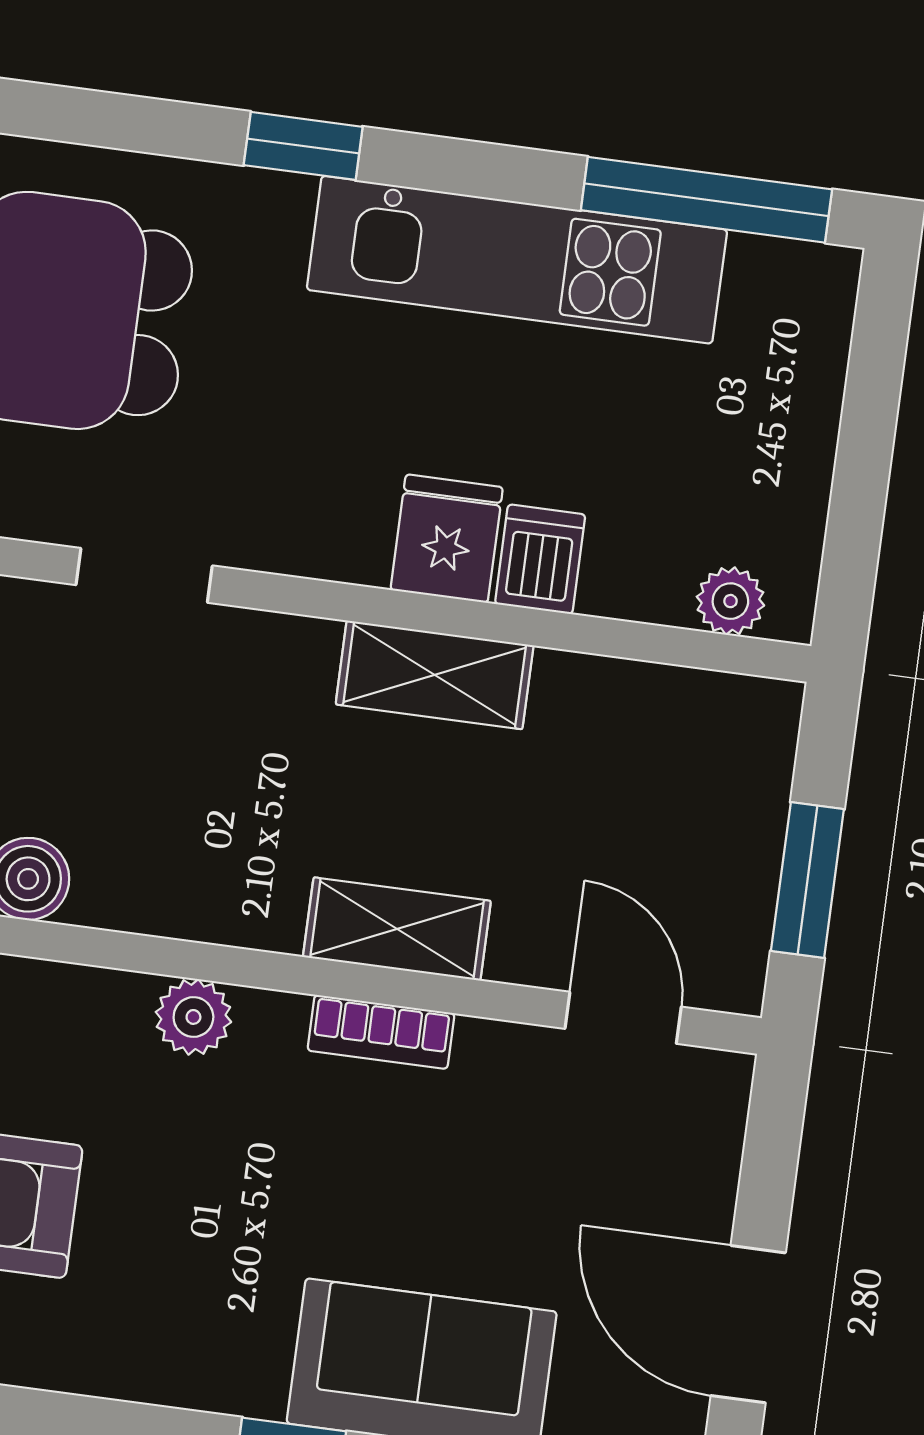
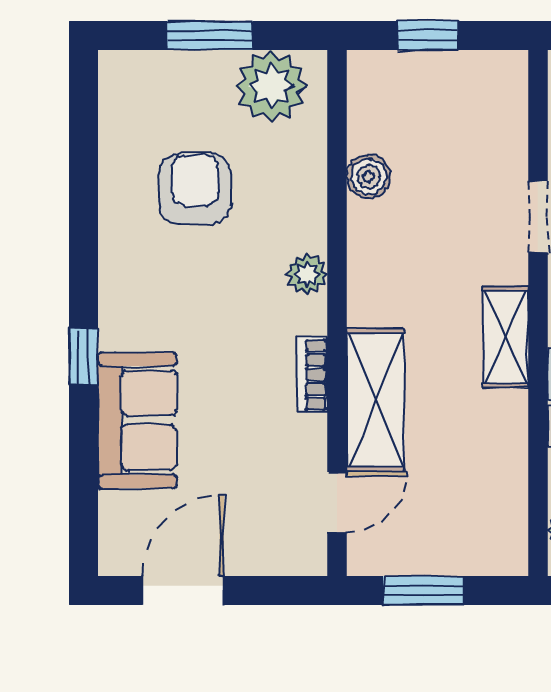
shelving: (435, 675) -> (506, 337), moved
shelving: (397, 929) -> (375, 400), width x1.50, depth x1.33

